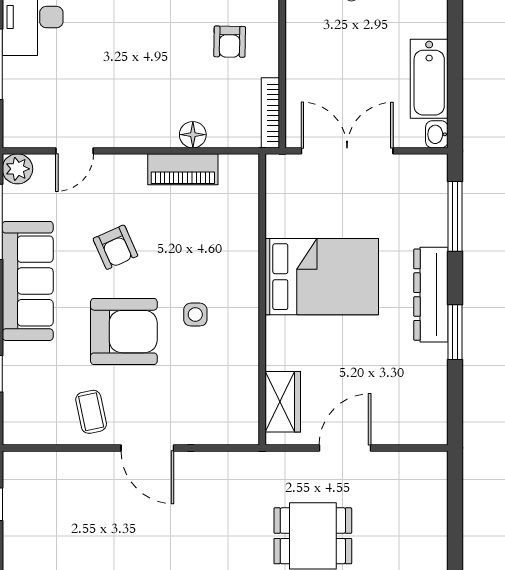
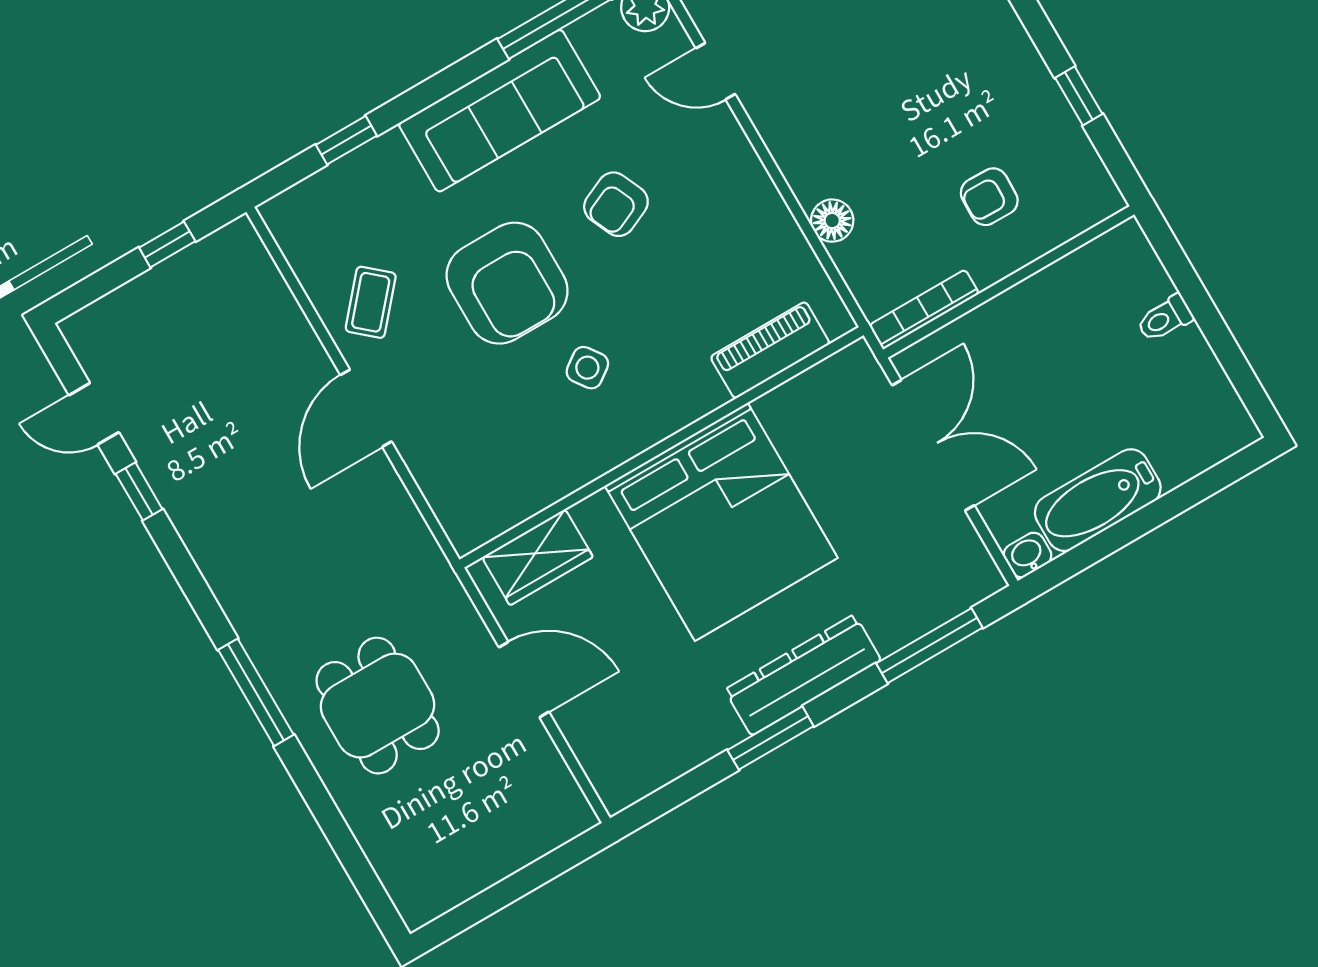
piano: (183, 169) -> (770, 350), moved, turned 90
bed: (322, 277) -> (721, 522), width x1.36
side table: (195, 315) -> (587, 368), turned -36
coffee table: (91, 412) -> (371, 302), turned -37

